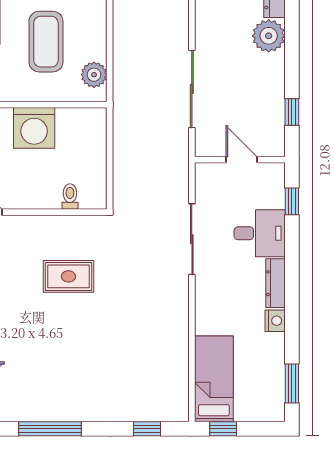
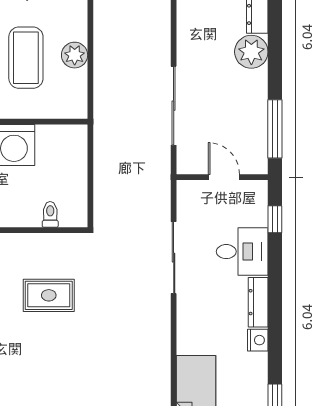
plant: (94, 75) -> (75, 55), moved
window: (292, 112) -> (275, 129), width x2.17

